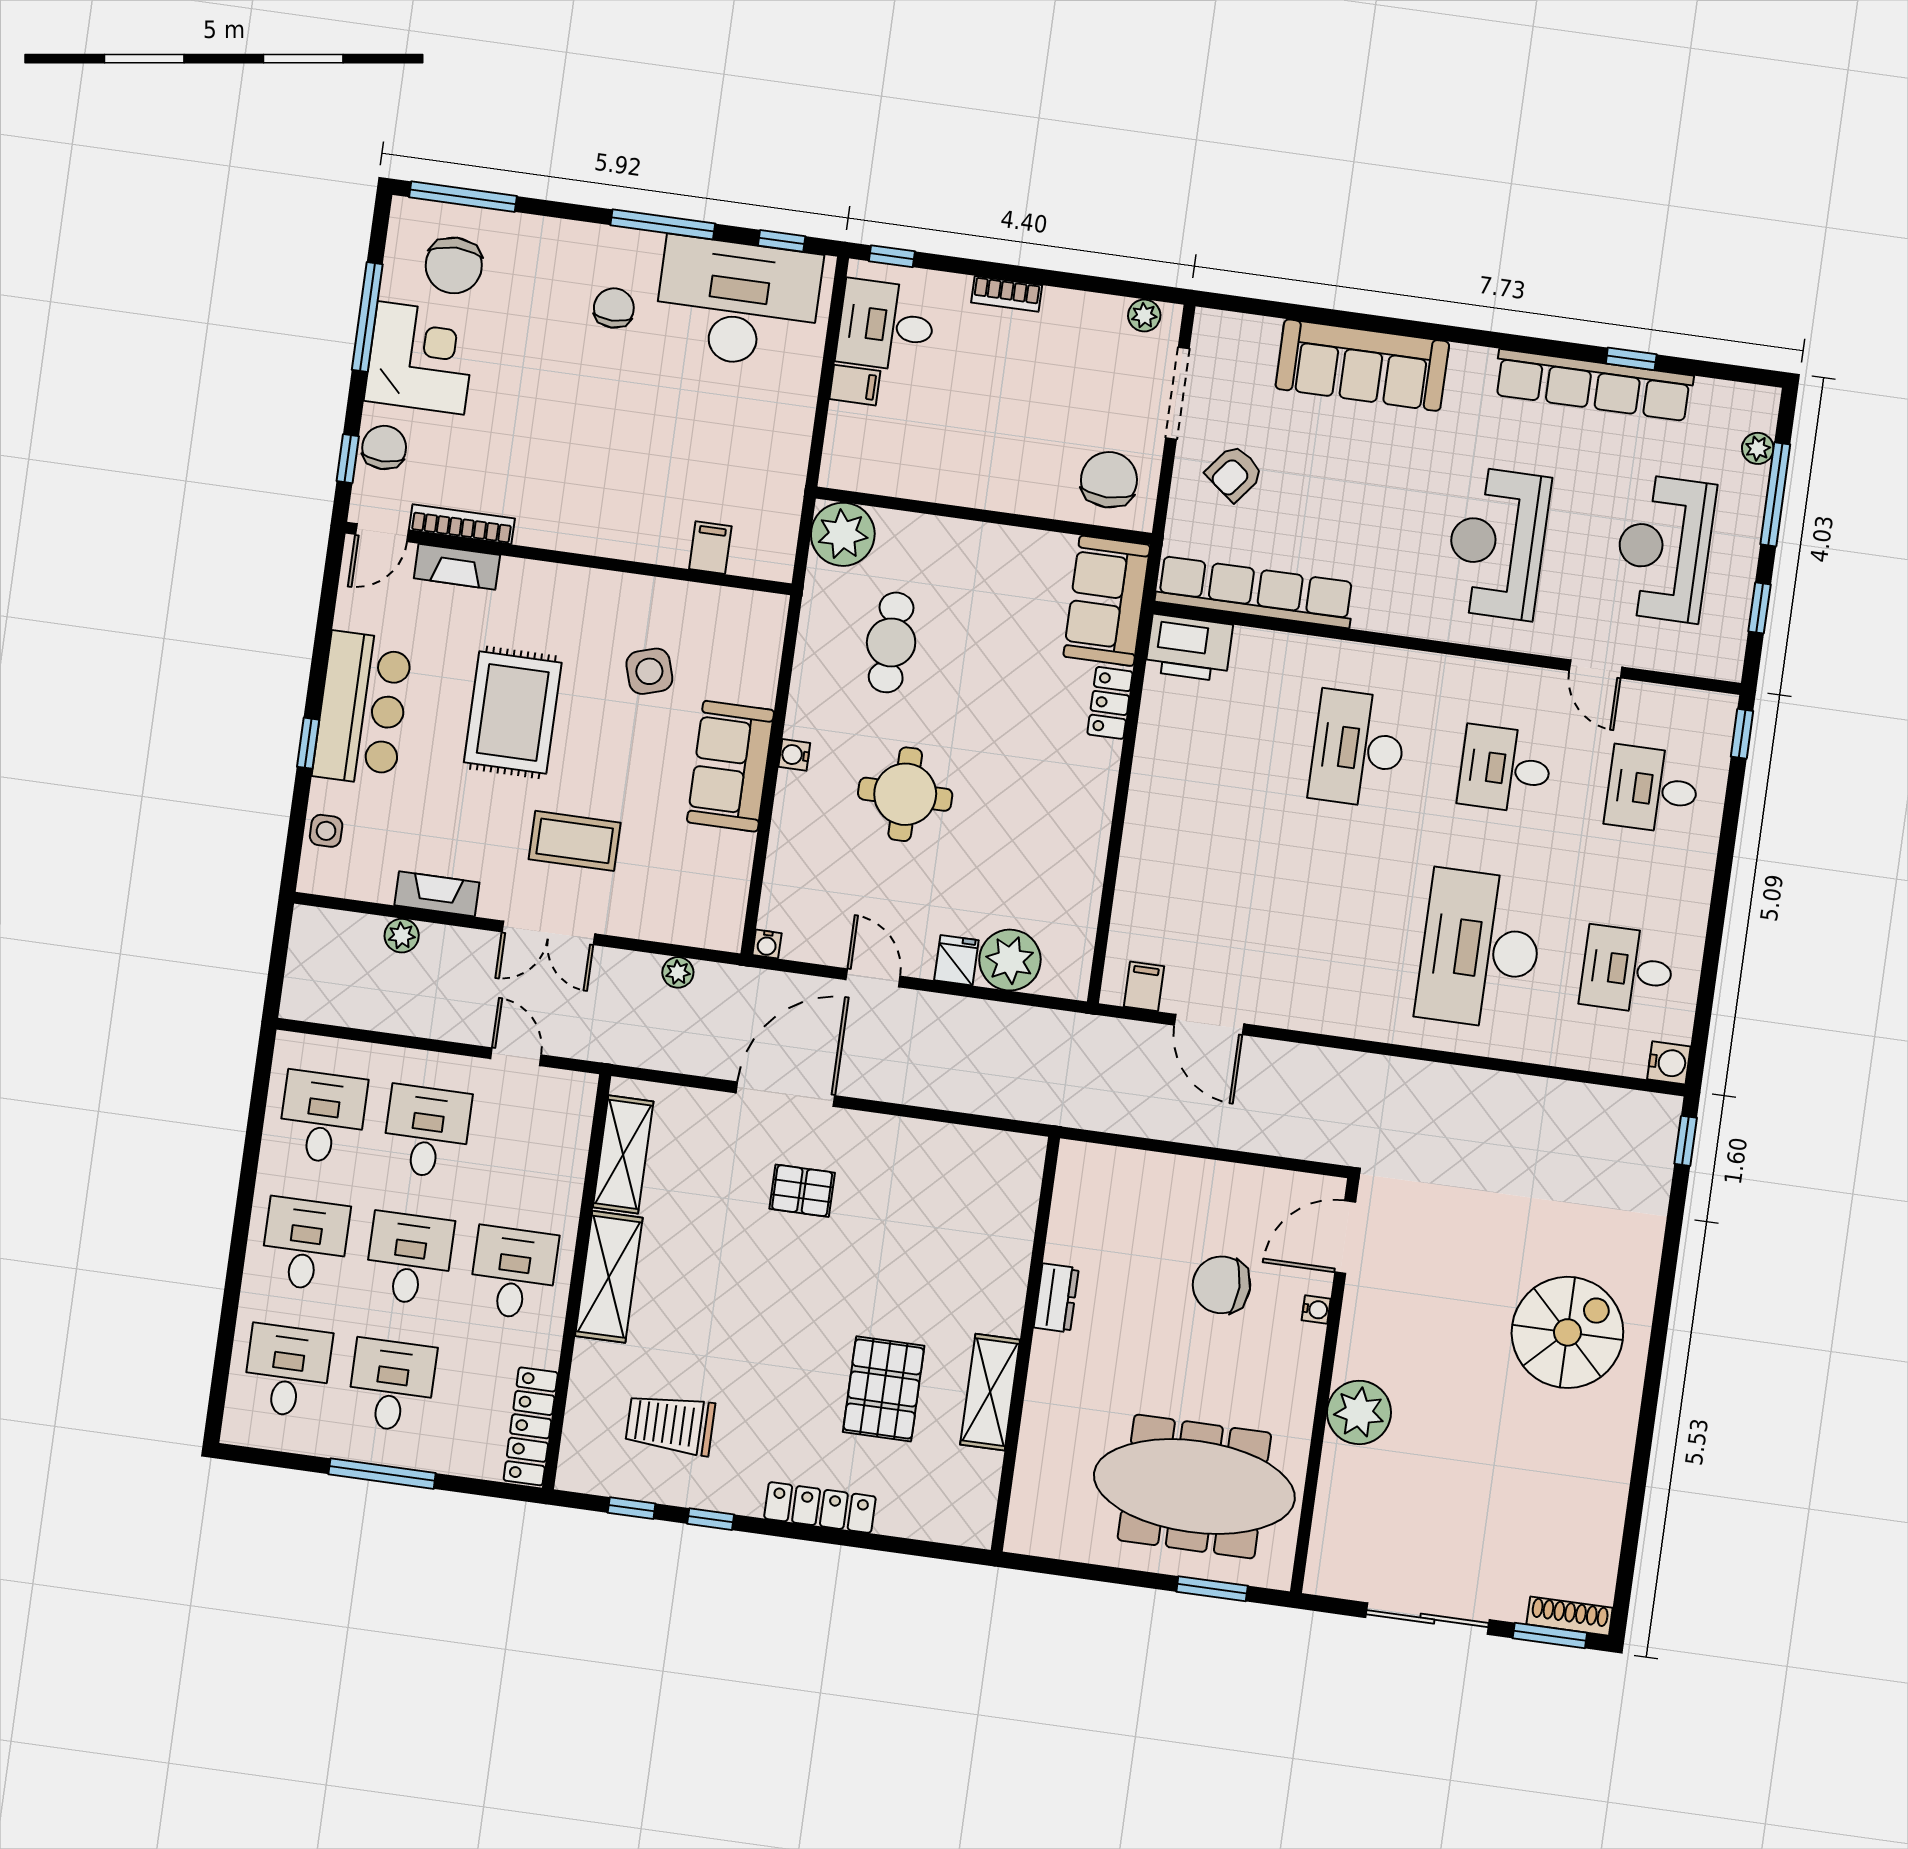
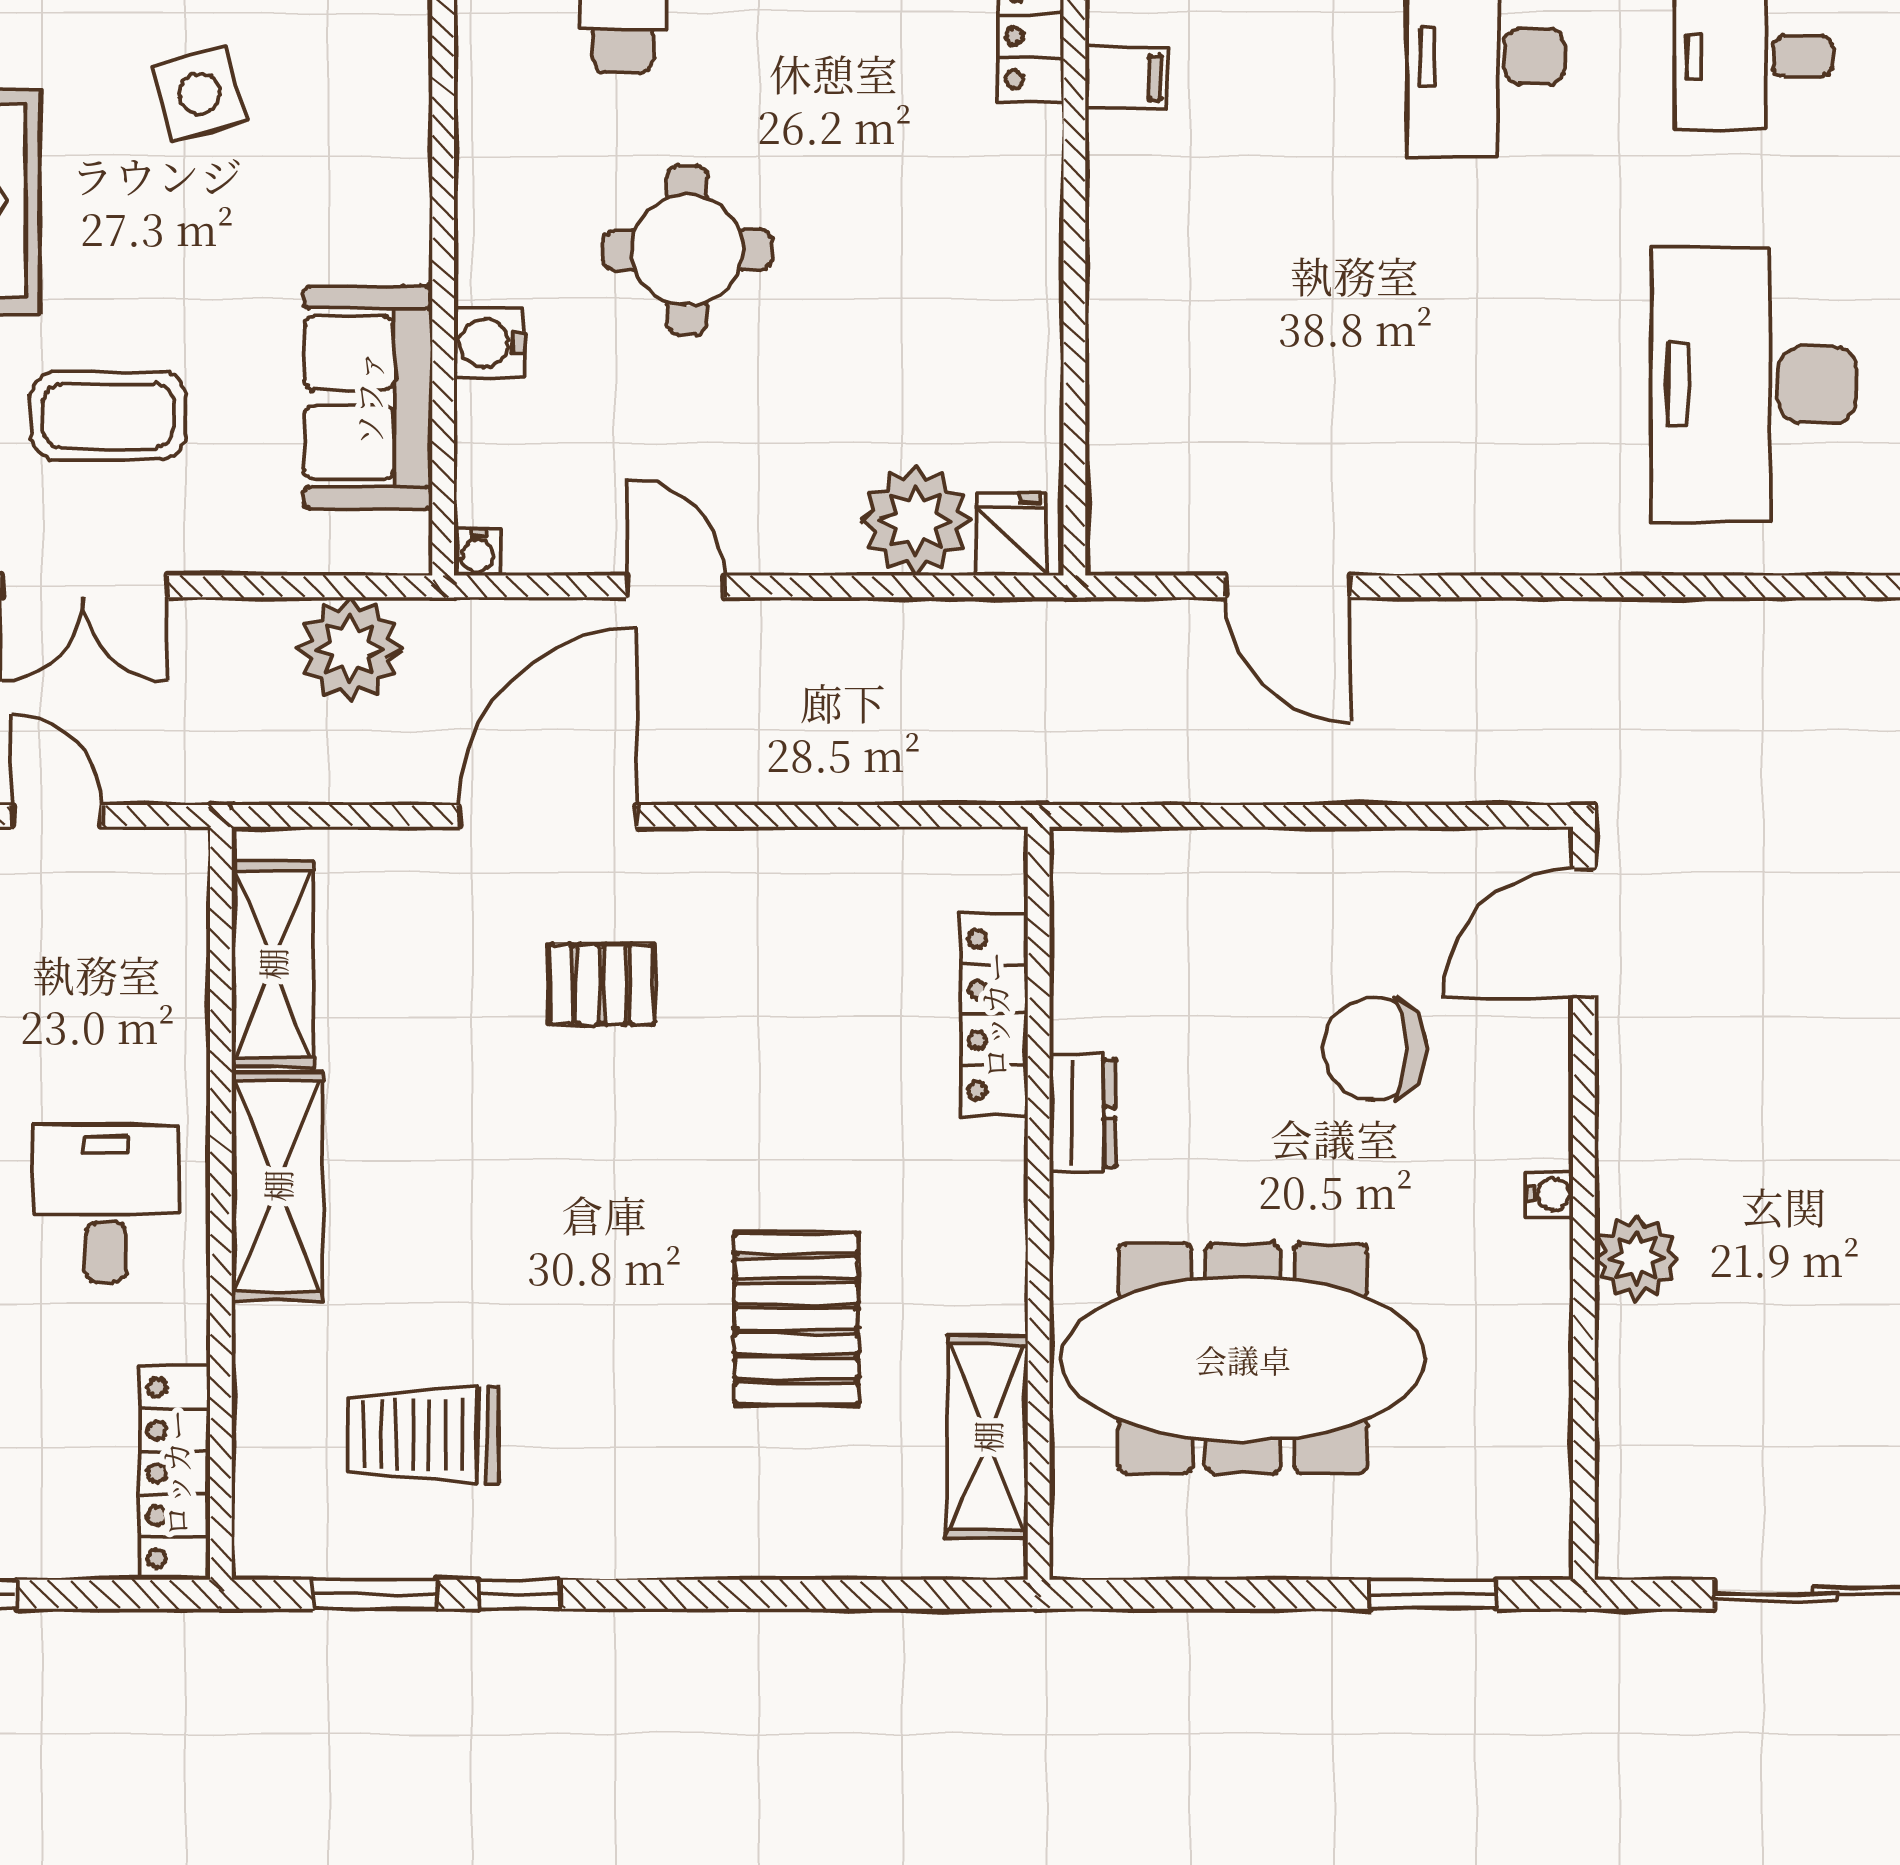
water cooler: (794, 755) -> (489, 343), moved, width x1.38, depth x1.38
sofa: (730, 766) -> (368, 398), moved
fridge: (956, 960) -> (1011, 534), moved
plant: (678, 972) -> (350, 649), width x1.87, depth x1.87
filing cabinet: (1144, 986) -> (1126, 78), moved, turned 90
water cooler: (1316, 1309) -> (1550, 1195), moved
shelving: (990, 1392) -> (987, 1437), moved
plant: (1359, 1412) -> (1637, 1258), width x0.73, depth x0.73
meeting table: (1194, 1487) -> (1243, 1359), moved
window: (632, 1508) -> (375, 1594), width x1.50
locker: (820, 1508) -> (994, 1015), moved, turned -90

